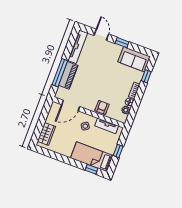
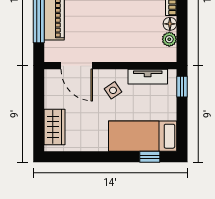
door: (71, 106) -> (77, 66), hinge flipped
armchair: (102, 107) -> (129, 49), removed
window: (118, 151) -> (182, 87), moved

